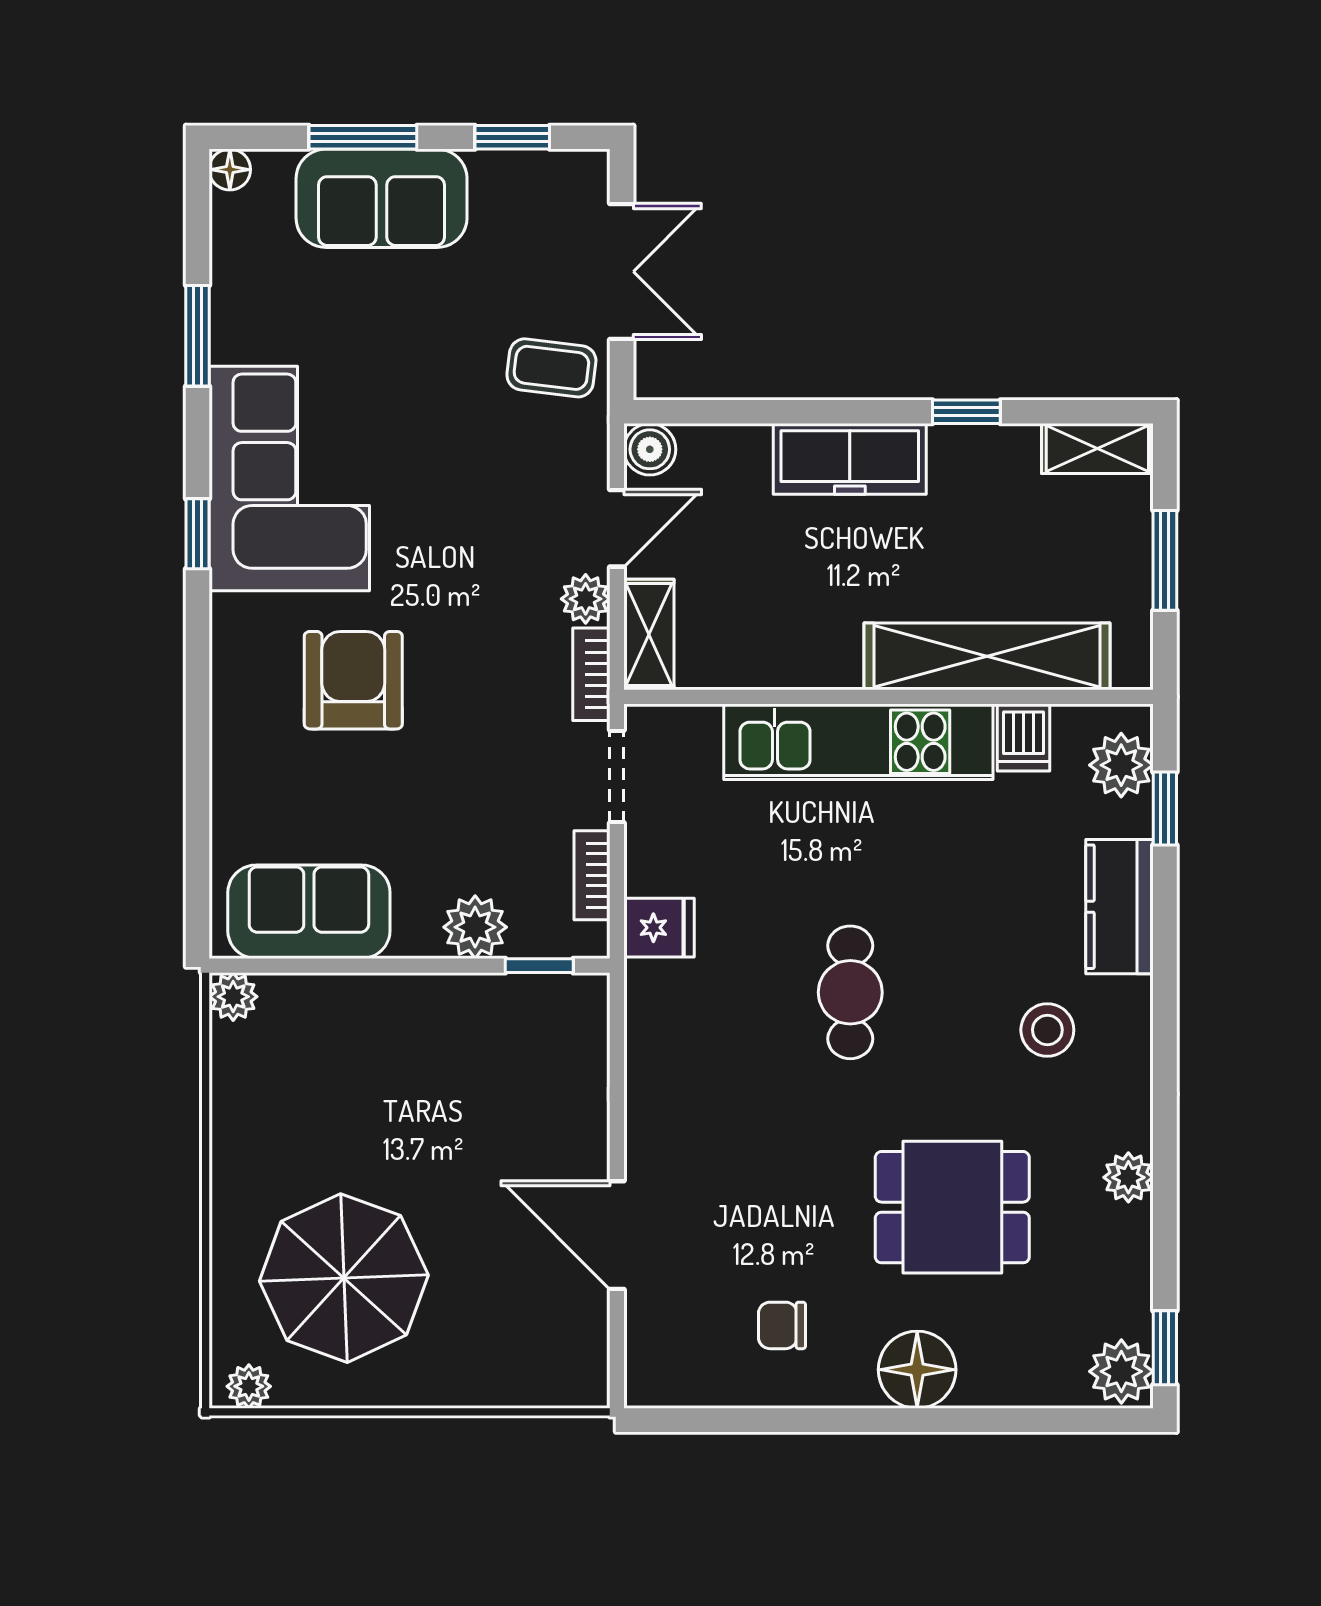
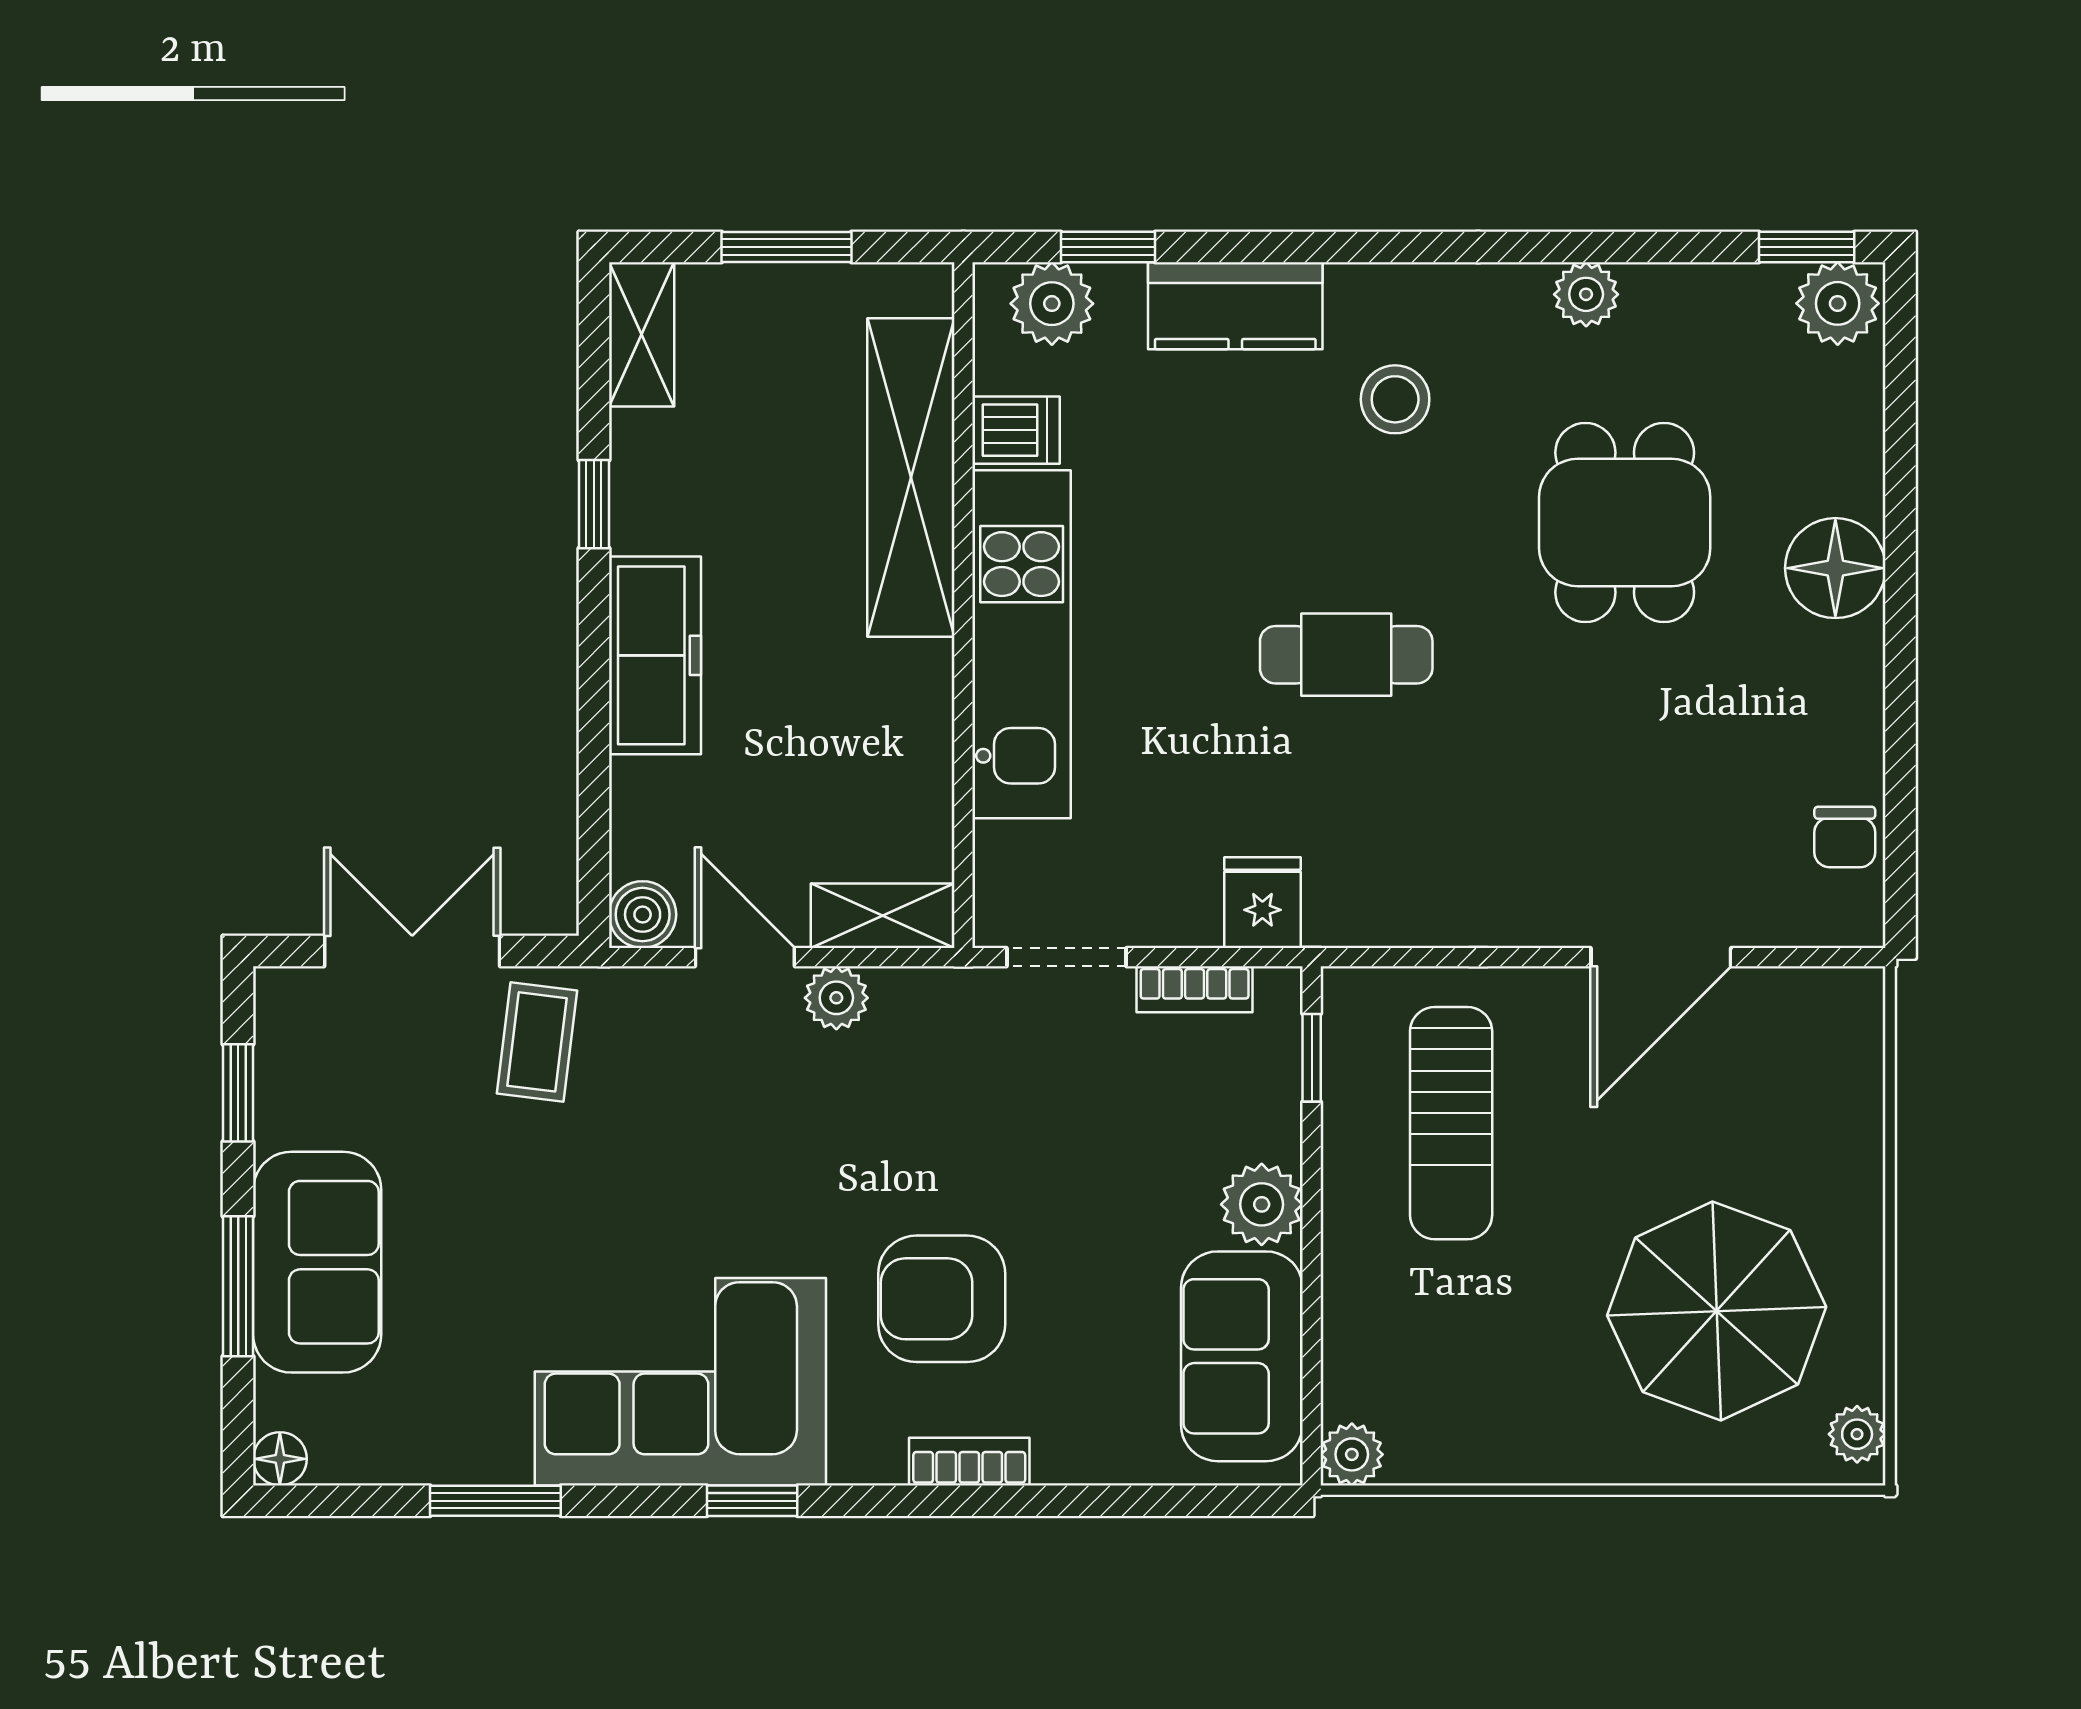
bookcase: (591, 674) -> (969, 1462), moved, turned 180
plant: (475, 927) -> (1262, 1204), moved
sun lounger: (489, 1073) -> (1451, 1123), added
chair: (782, 1325) -> (1845, 837), moved

